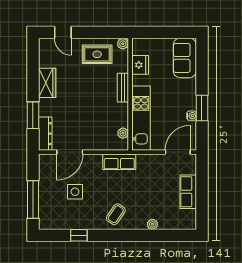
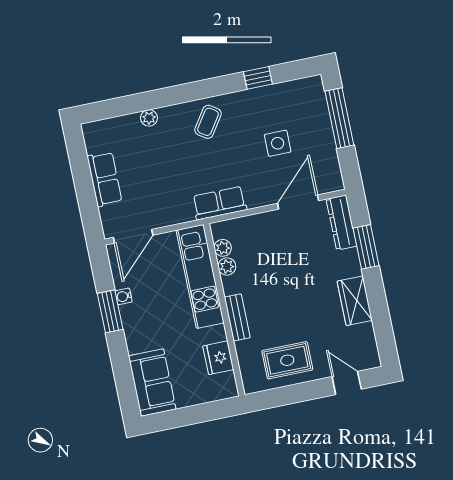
plant: (123, 44) -> (227, 266), moved

